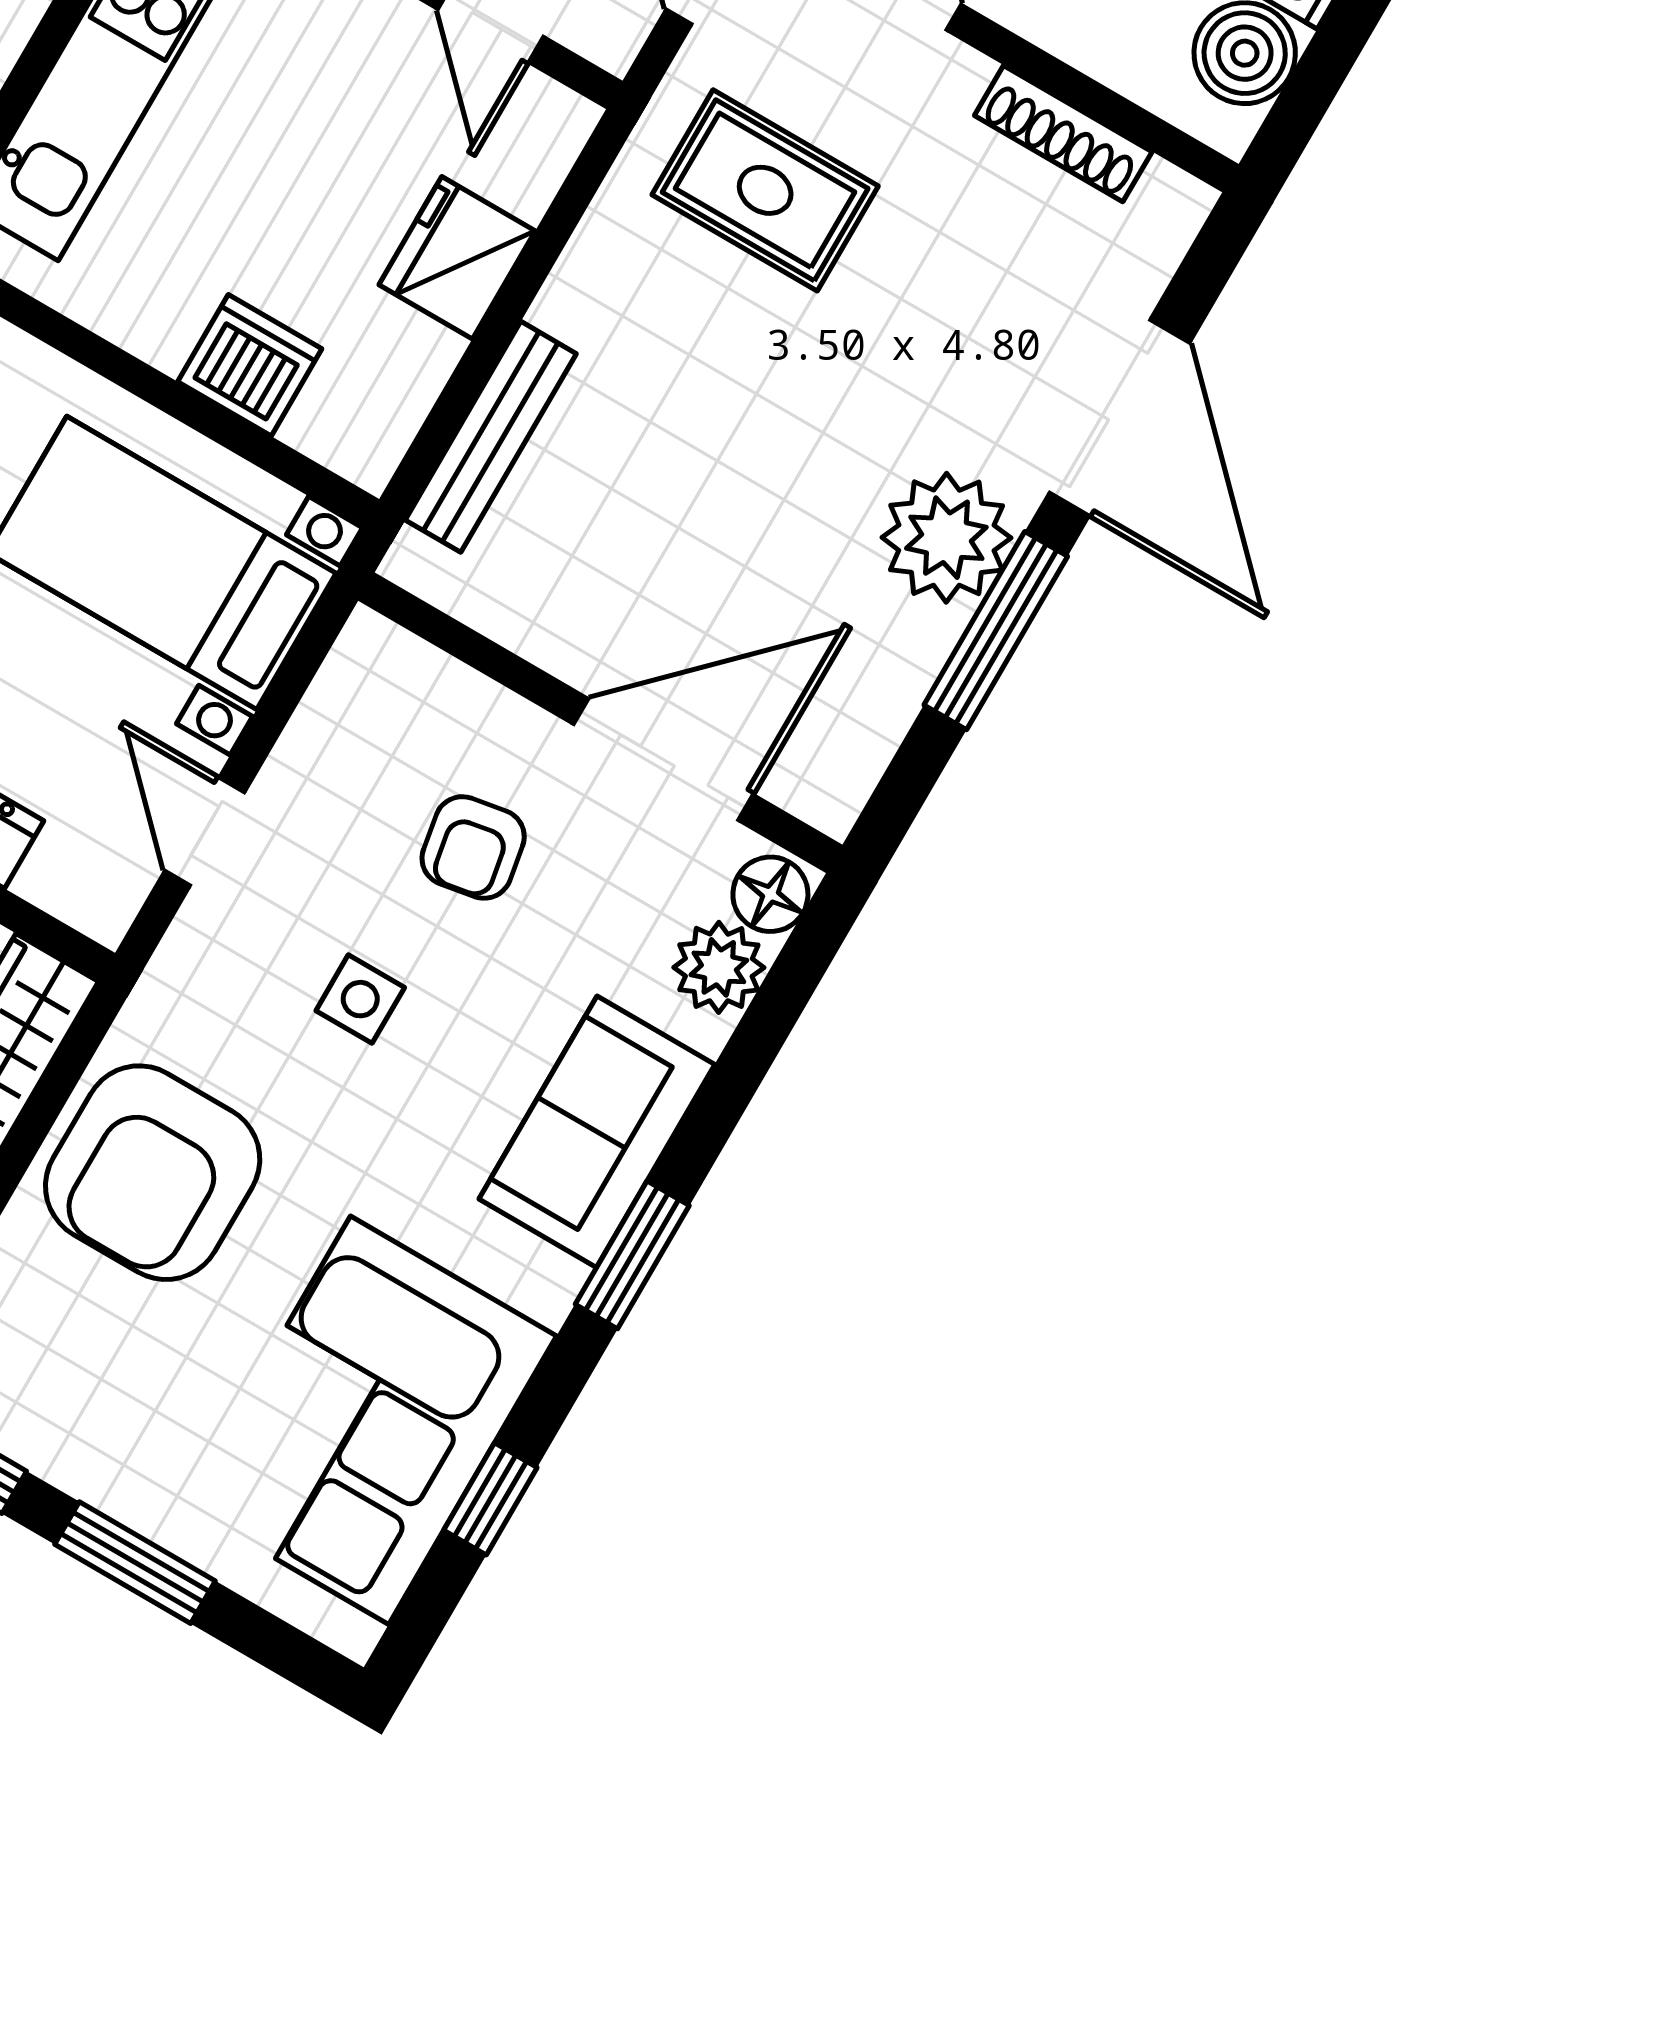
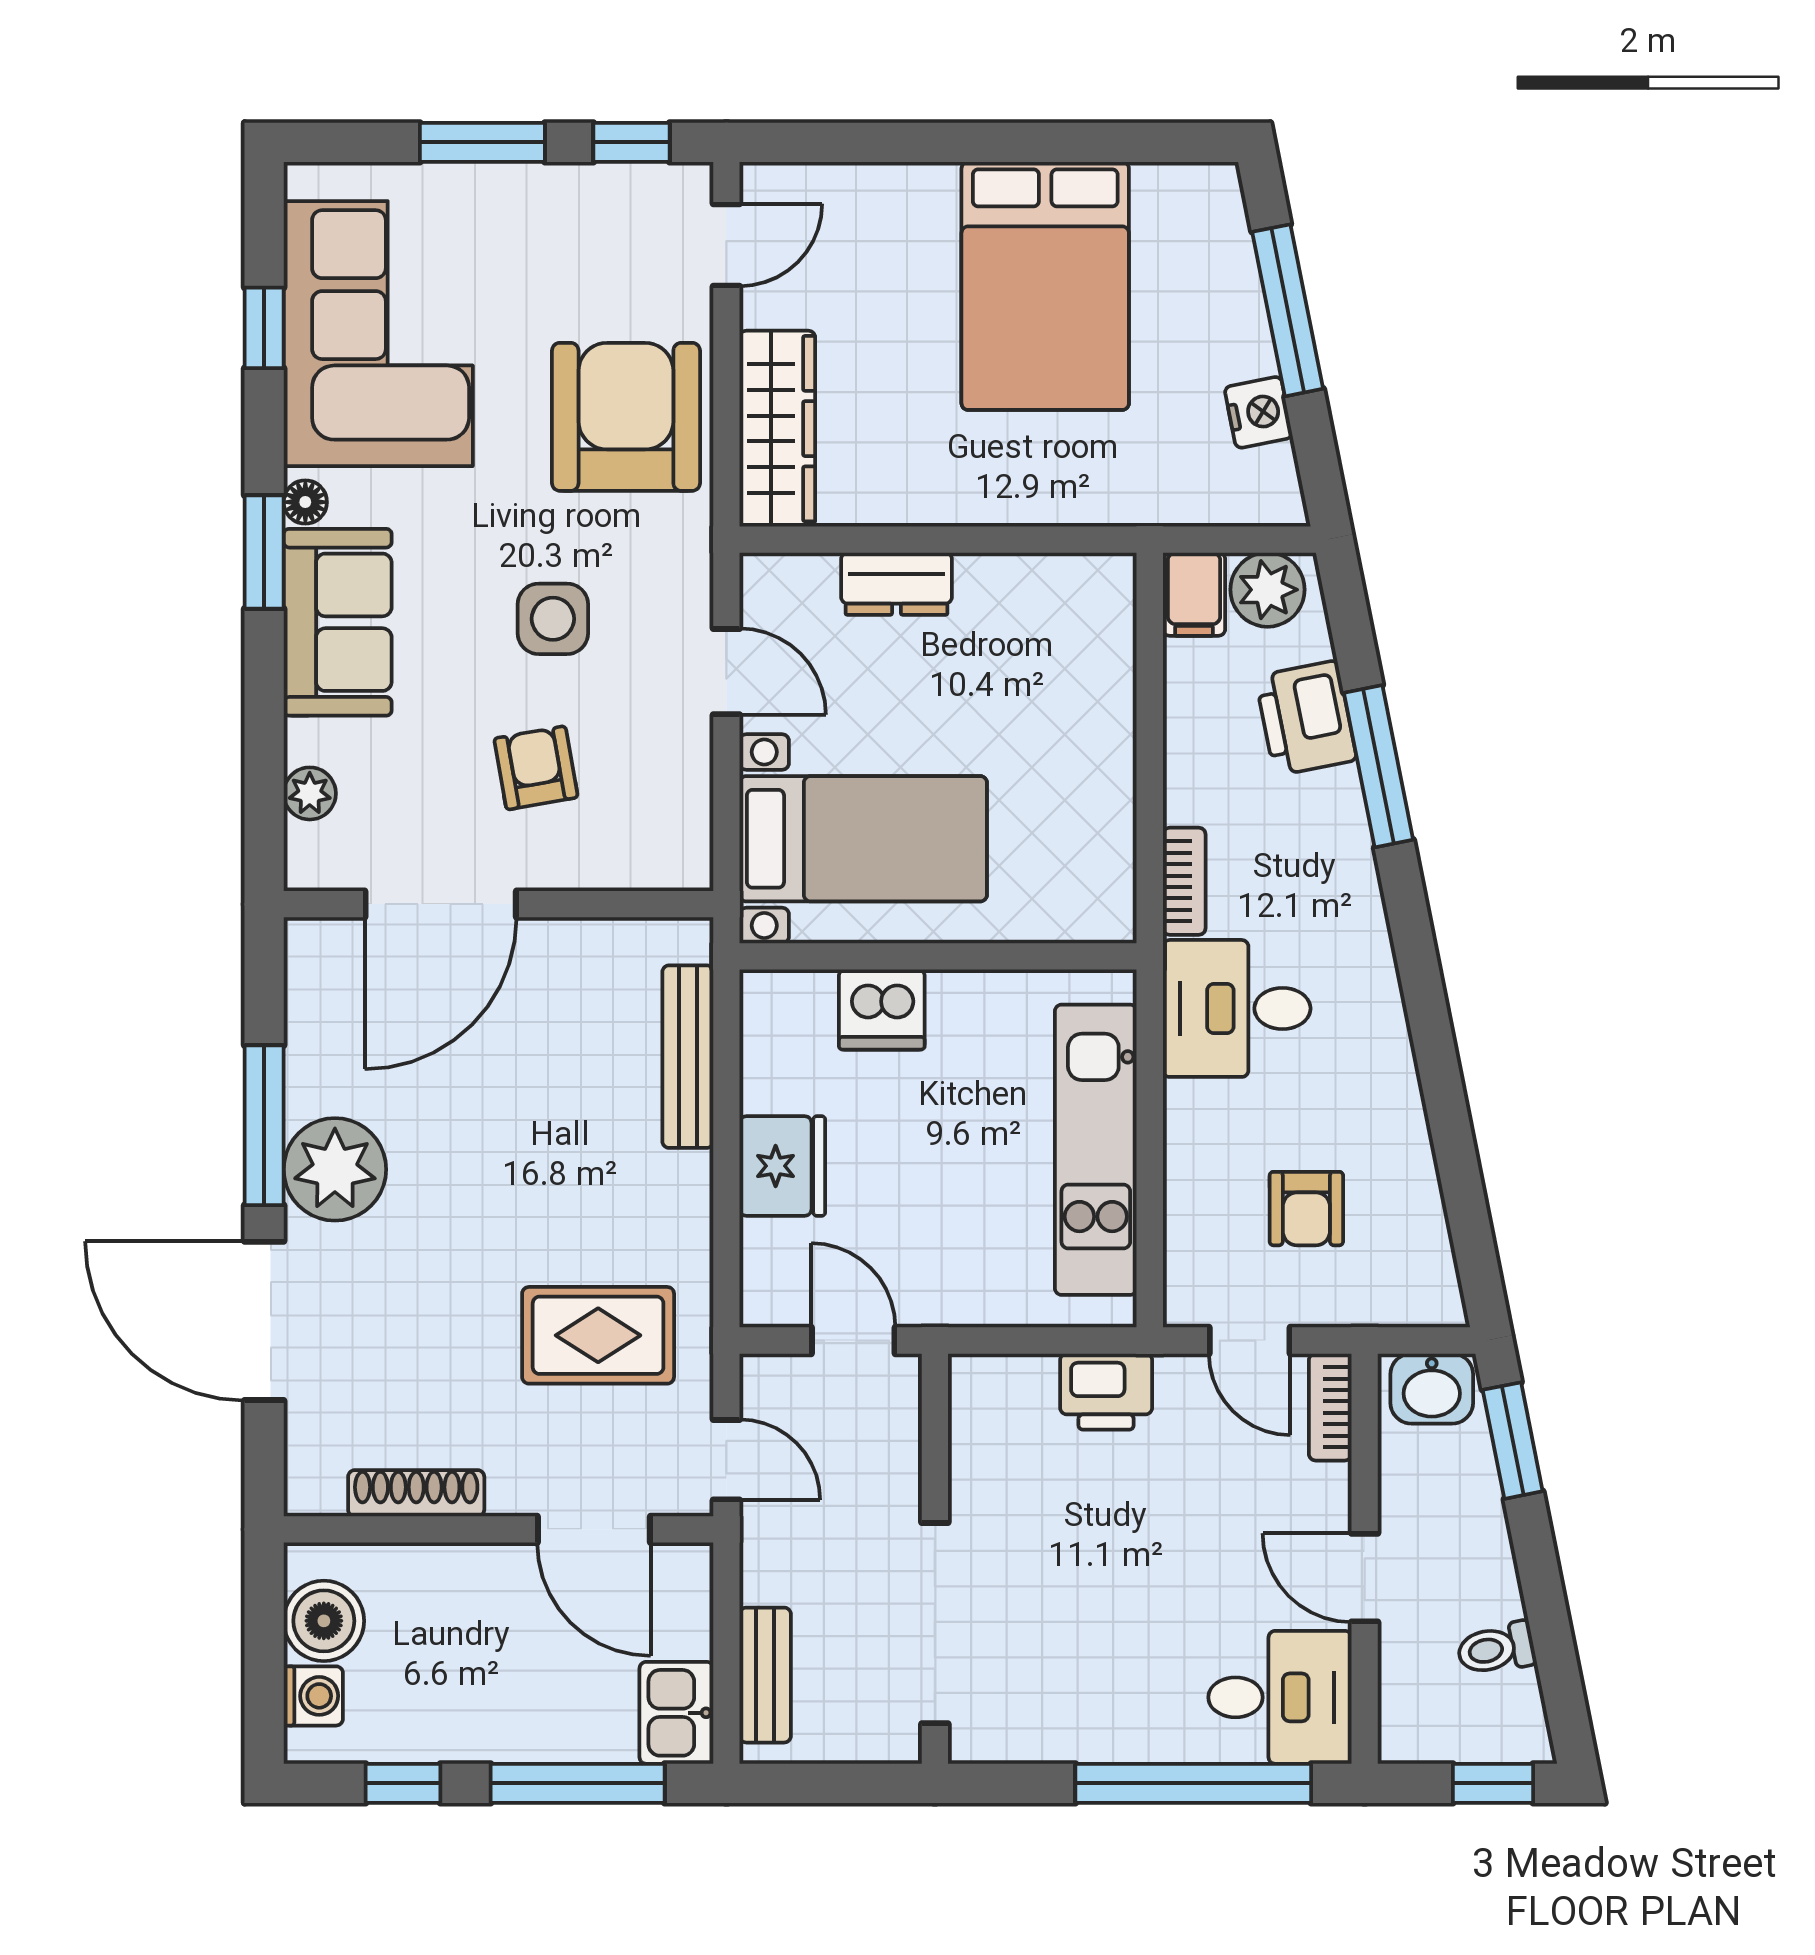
floor lamp: (770, 894) -> (305, 502), moved, width x0.73, depth x0.73
plant: (719, 967) -> (310, 793), width x0.73, depth x0.73
side table: (360, 999) -> (553, 619), width x1.37, depth x1.37

